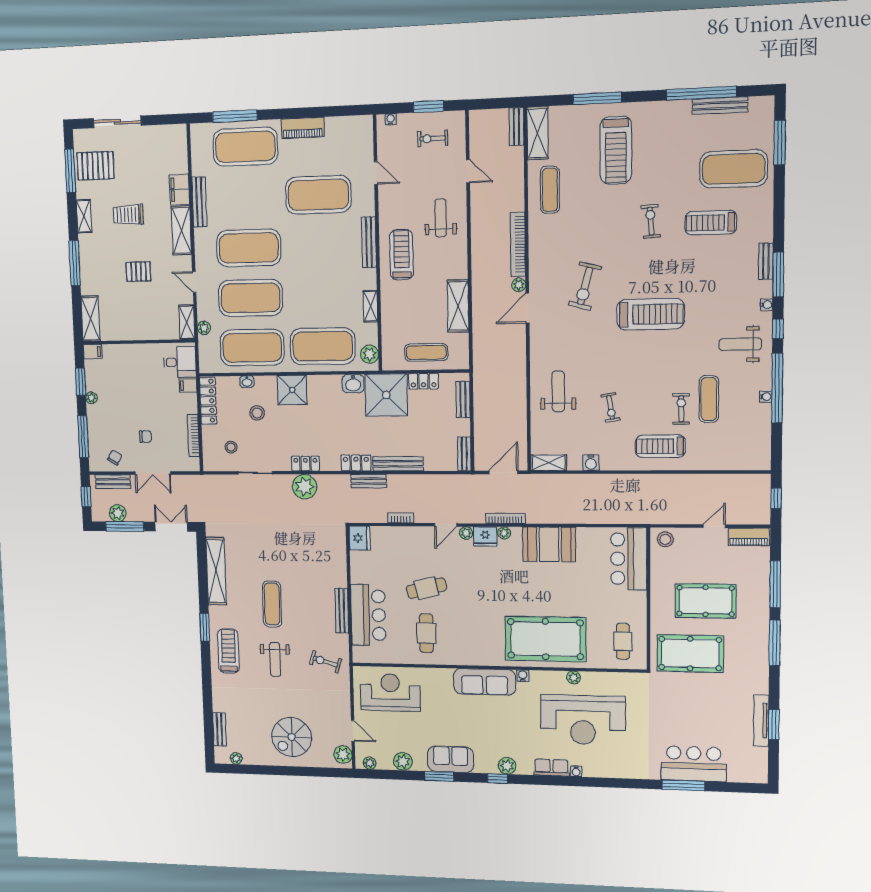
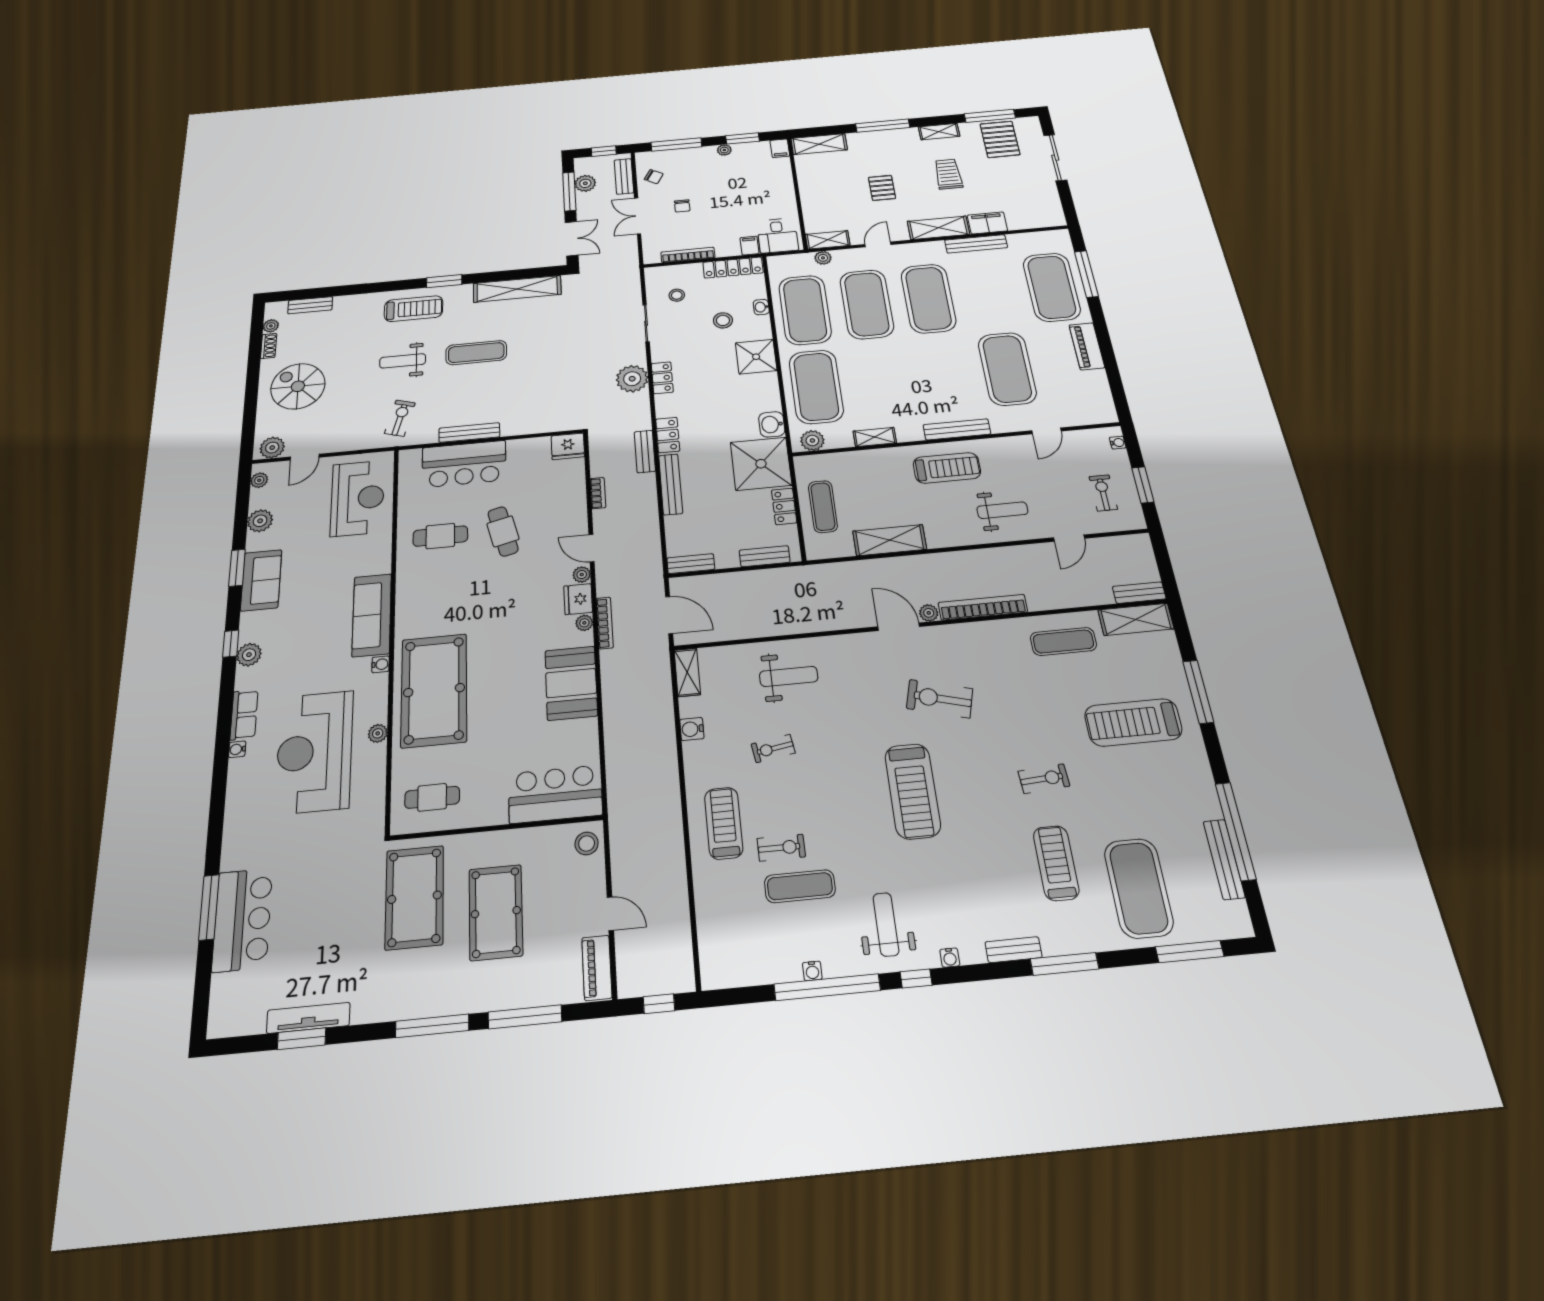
window: (778, 275) -> (1065, 964), moved
shoe rack: (254, 760) -> (269, 346), added

